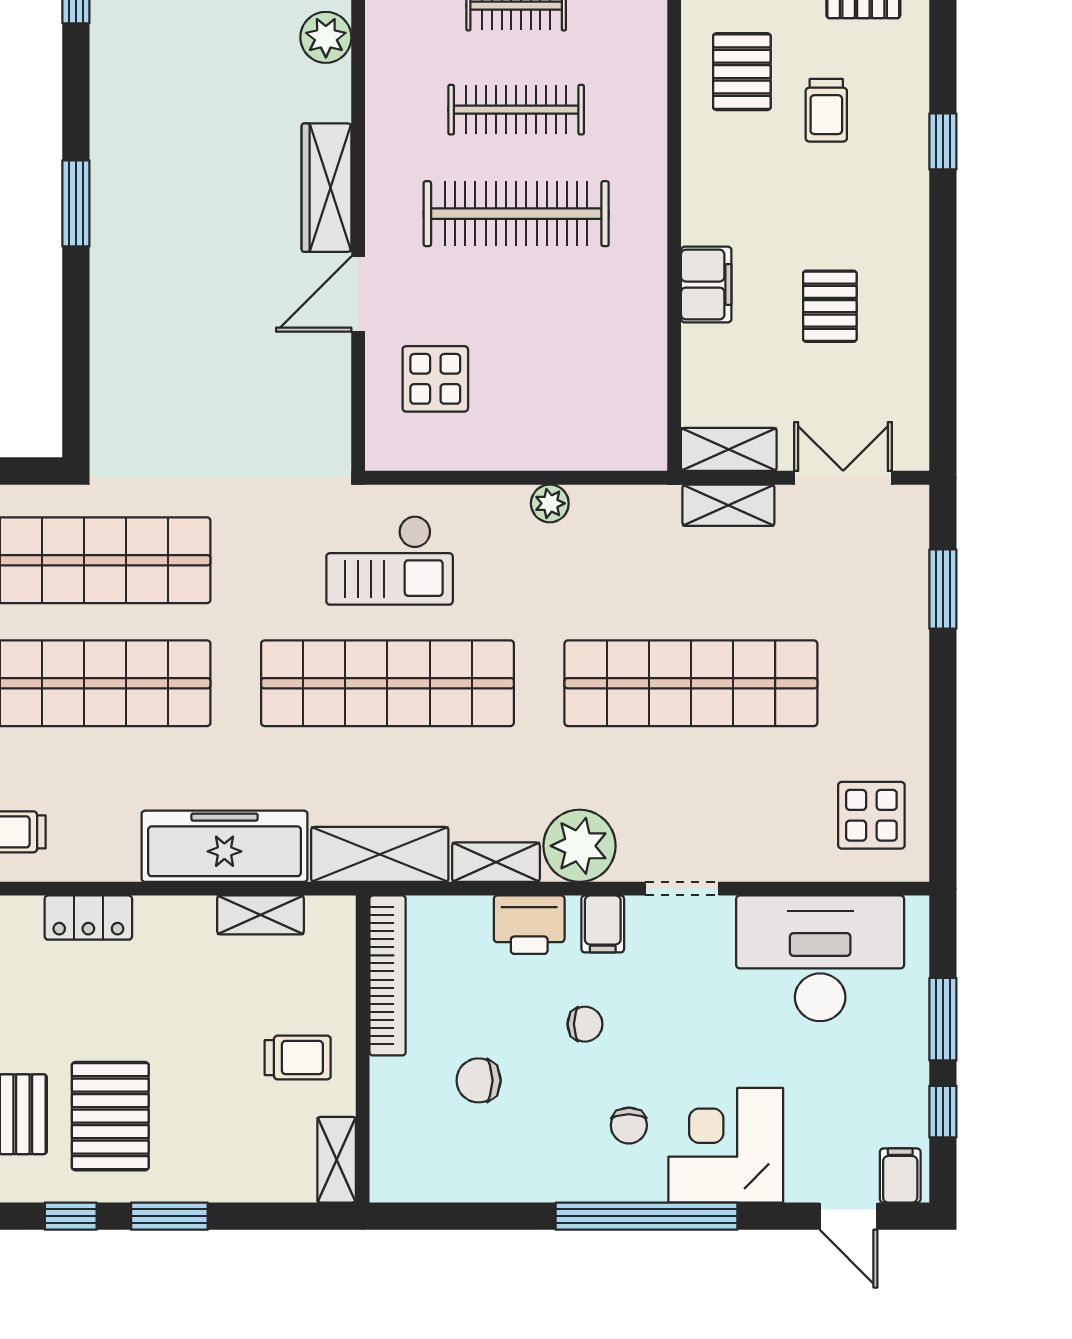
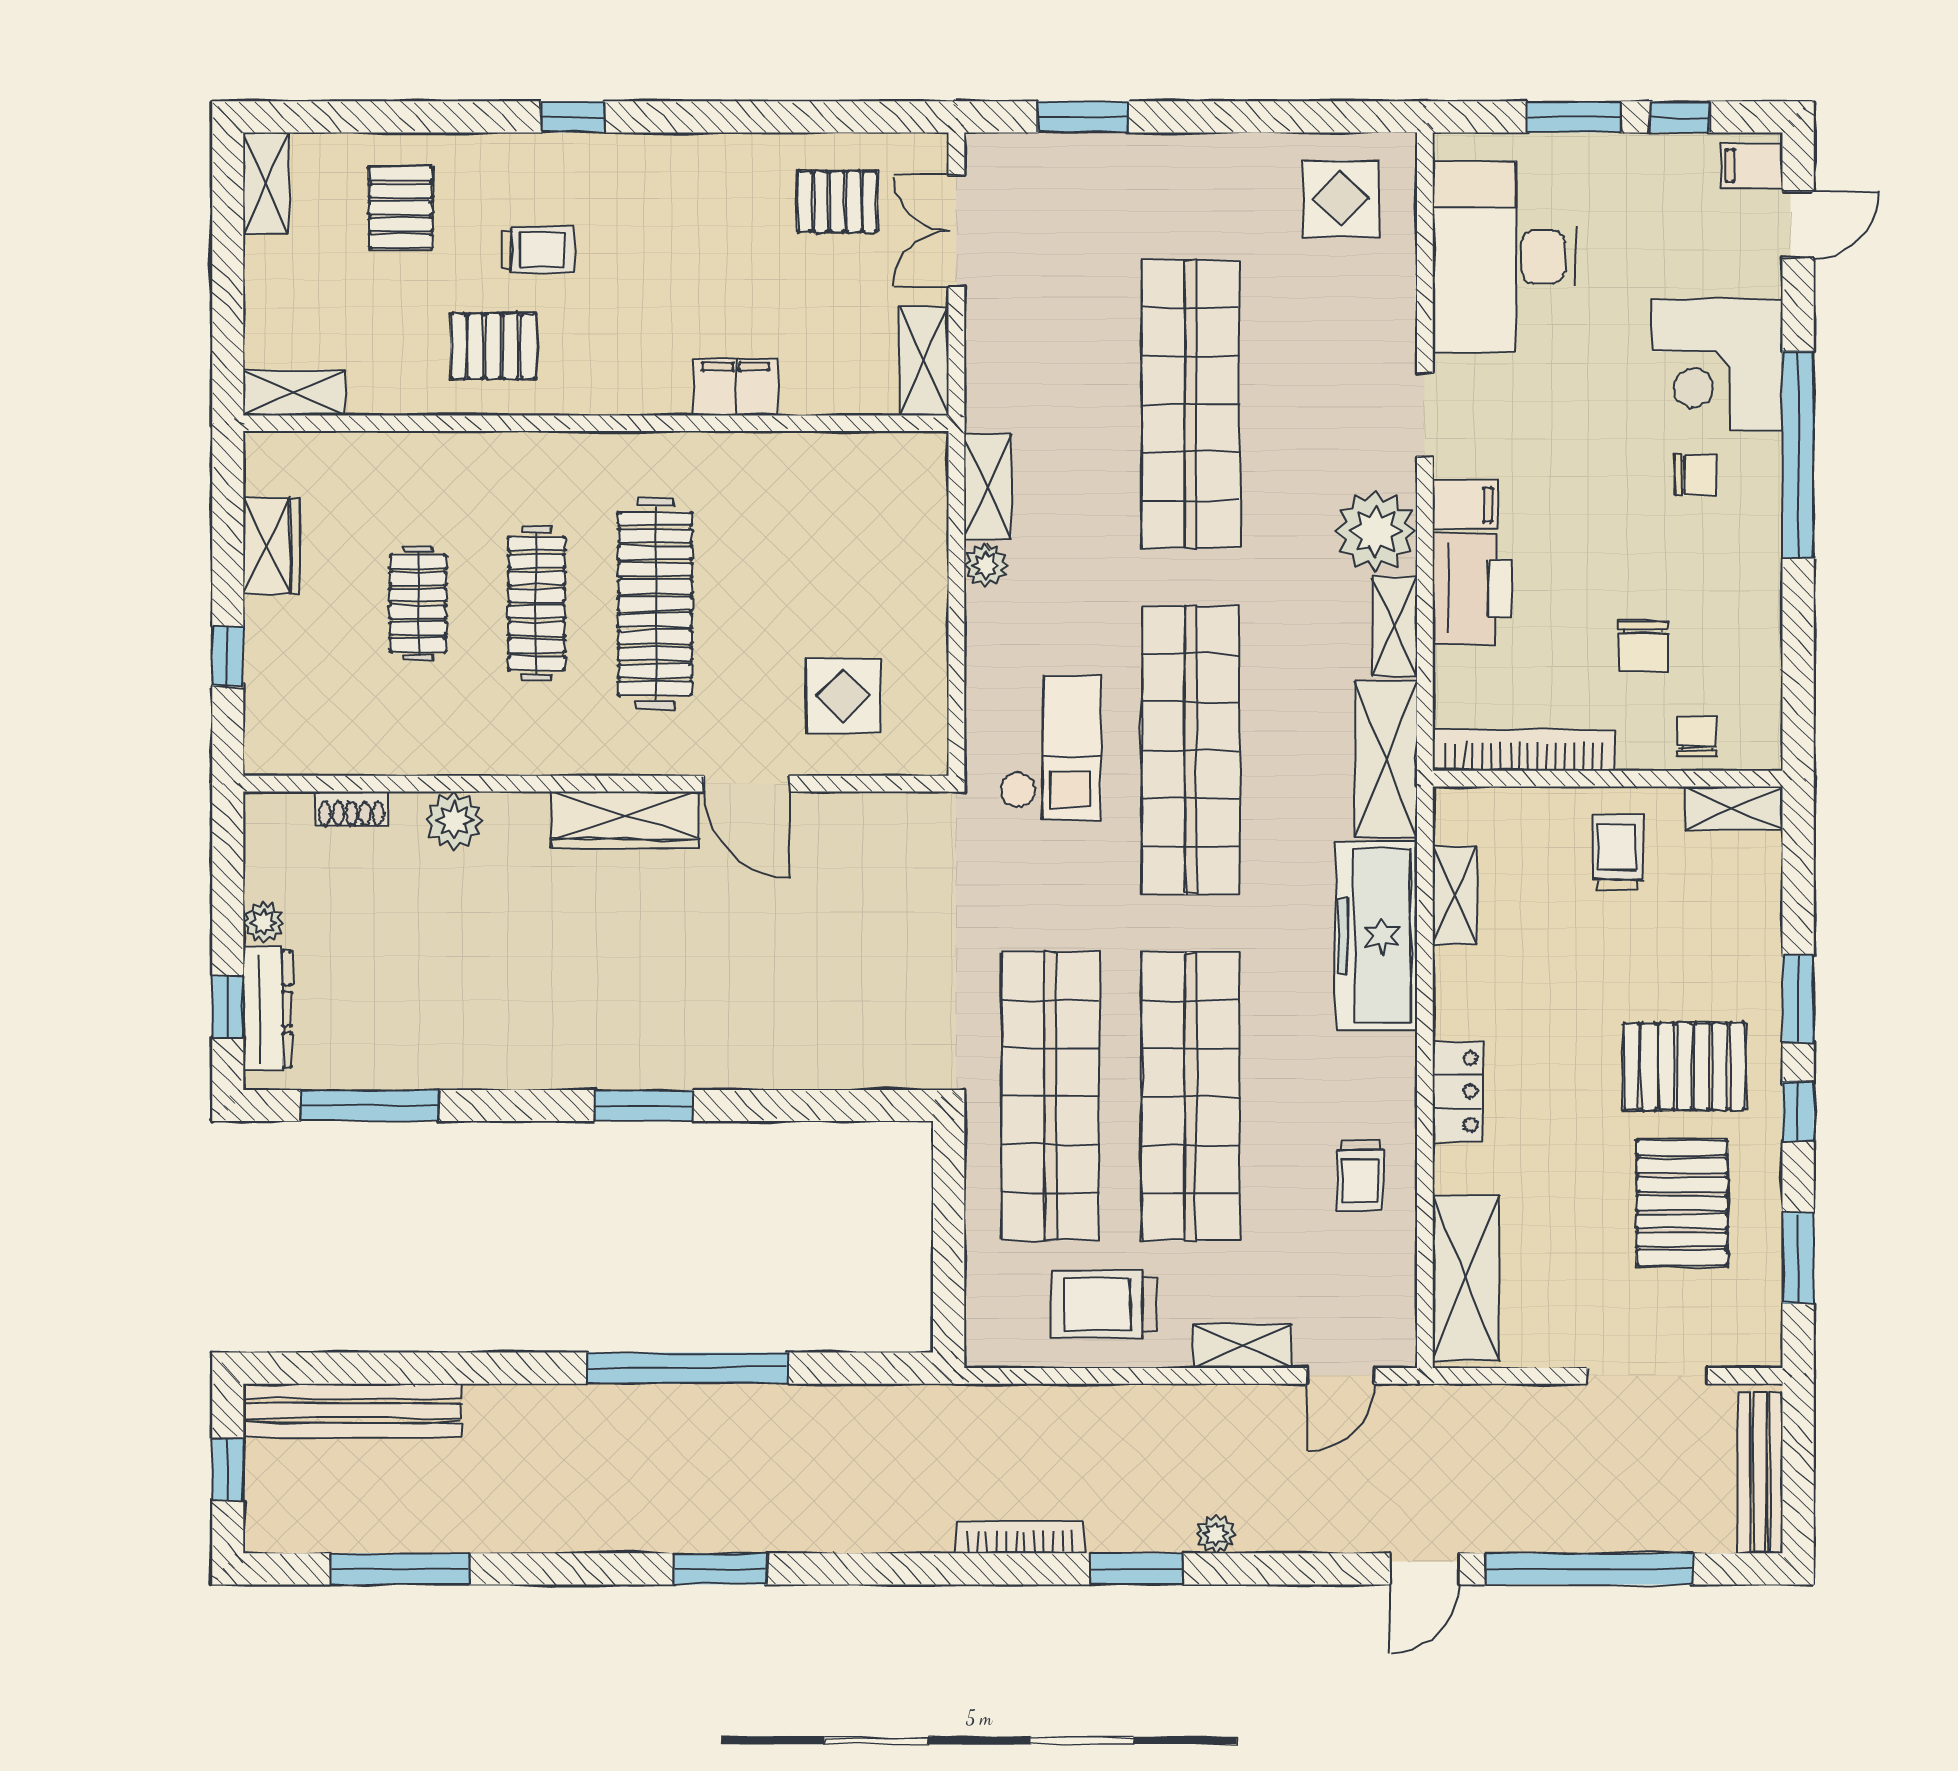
pallet: (830, 306) -> (837, 202), moved
shelving: (728, 505) -> (988, 487), moved
printer: (529, 925) -> (1472, 589), width x1.37, depth x1.19
chair: (585, 1024) -> (1697, 737), moved

